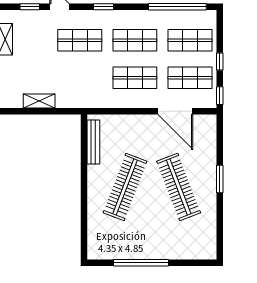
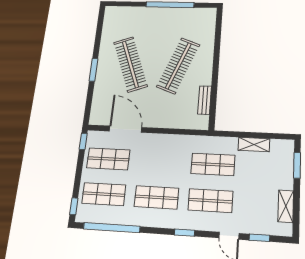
window: (220, 62) -> (74, 206), moved
shop shelf: (135, 78) -> (213, 164), moved
bench: (93, 142) -> (205, 100), width x0.73

